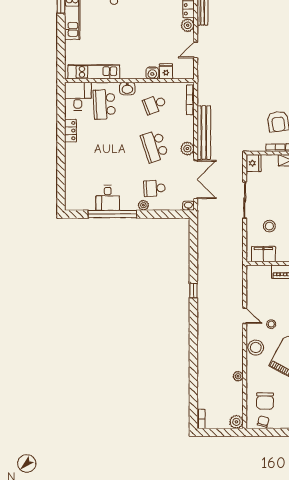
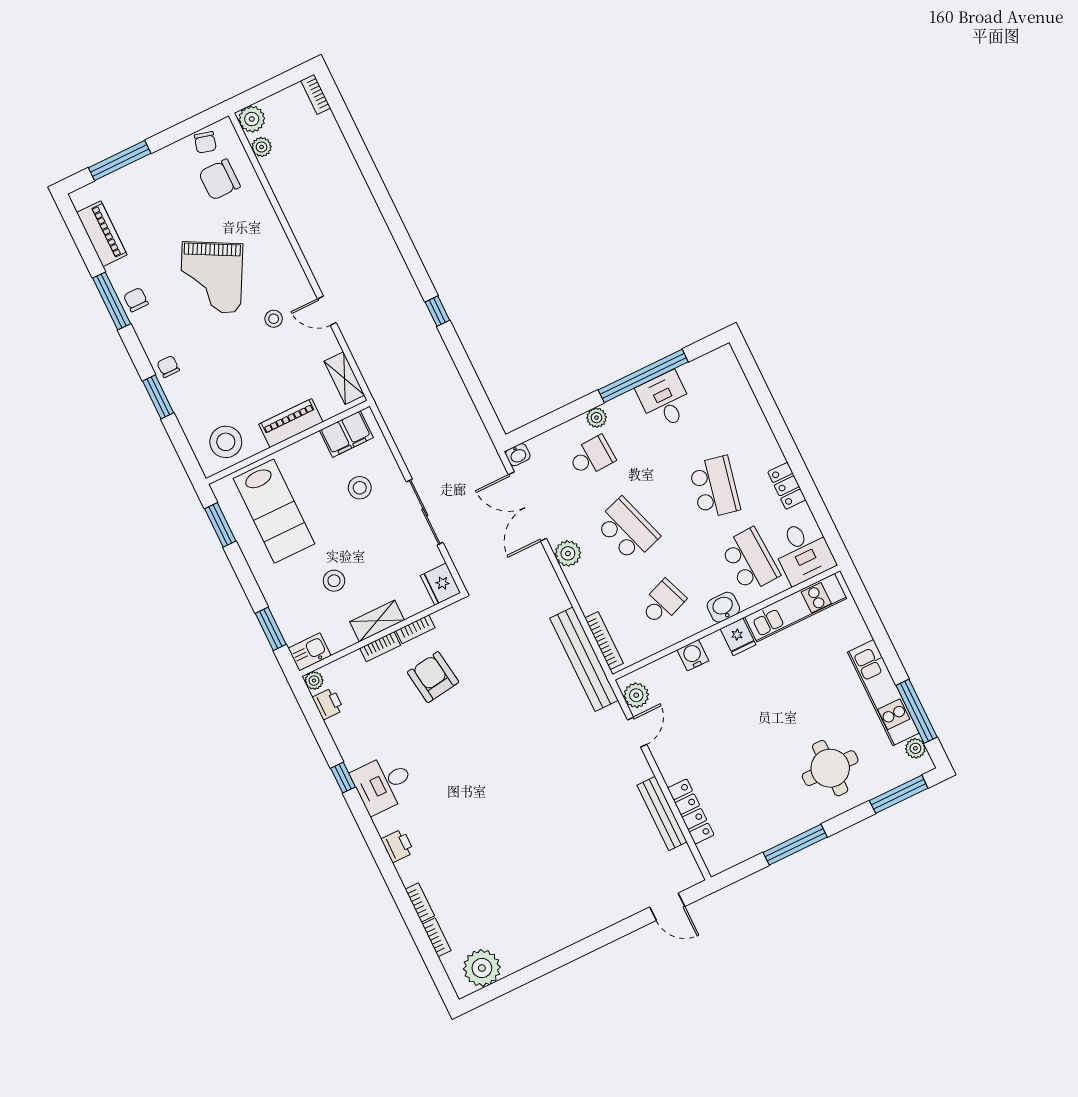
plant: (188, 25) -> (636, 695), moved
fridge: (166, 71) -> (738, 637), moved
bench: (204, 133) -> (584, 659), moved
school desk: (104, 146) -> (715, 487), added
shelving: (252, 281) -> (344, 378), added
stool: (256, 348) -> (281, 265), removed
plant: (238, 376) -> (262, 147), moved
chair: (265, 401) -> (219, 180), turned -90

